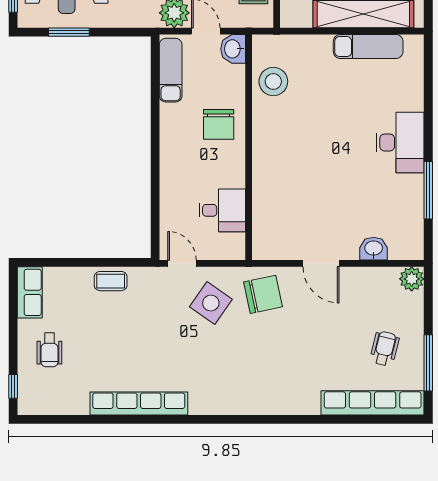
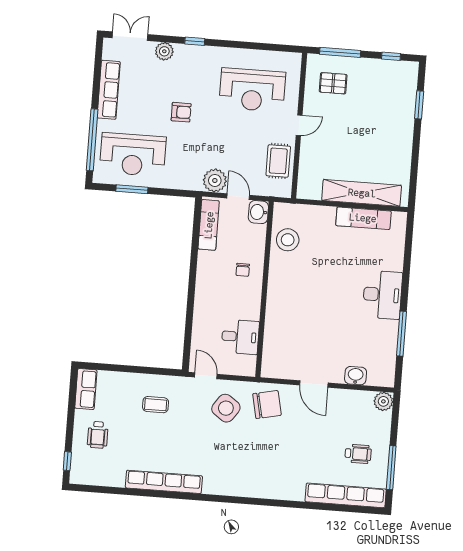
chair: (219, 124) -> (243, 270), width x0.54, depth x0.54
coffee table: (111, 281) -> (156, 405), moved
wheelchair: (385, 348) -> (358, 454), turned 76

